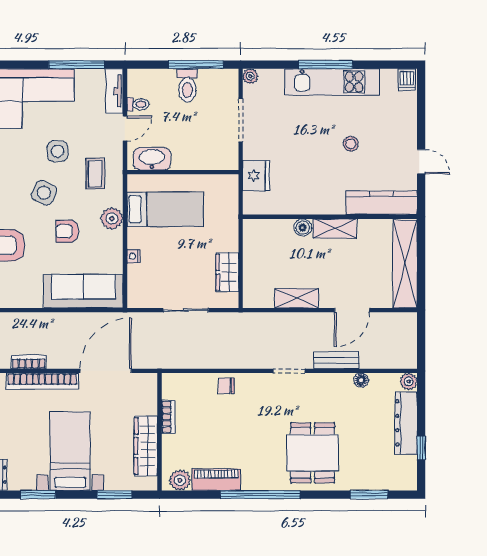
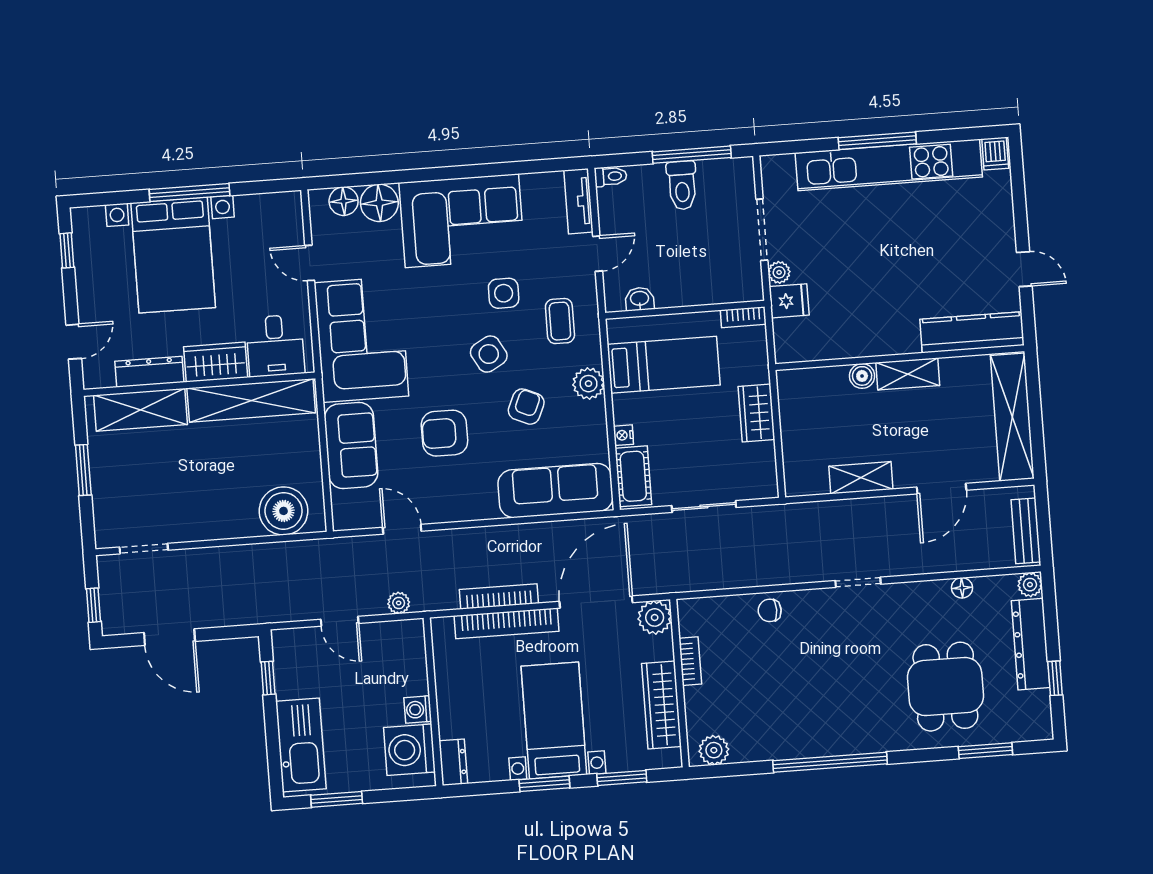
window: (77, 65) -> (522, 168), removed
plant: (250, 76) -> (779, 272), moved
kitchen unit: (332, 82) -> (889, 165), width x1.36
toilet: (138, 104) -> (611, 176), moved
stool: (351, 144) -> (922, 251), removed
washbasin: (152, 159) -> (640, 299), width x0.52, depth x0.69
fridge: (256, 176) -> (789, 301), width x0.72
bookcase: (223, 180) -> (743, 317), added
side table: (44, 193) -> (489, 354), turned 37
armchair: (67, 231) -> (526, 407), turned 114
wardrobe: (227, 272) -> (757, 413), moved
cot: (138, 285) -> (633, 476), added
bench: (336, 360) -> (1026, 531), moved, turned 90
bookcase: (29, 362) -> (499, 596), width x1.56
plant: (146, 385) -> (655, 617), added
dining table: (313, 453) -> (945, 687), moved
piano: (216, 480) -> (766, 746), removed
window: (38, 495) -> (544, 784), moved

